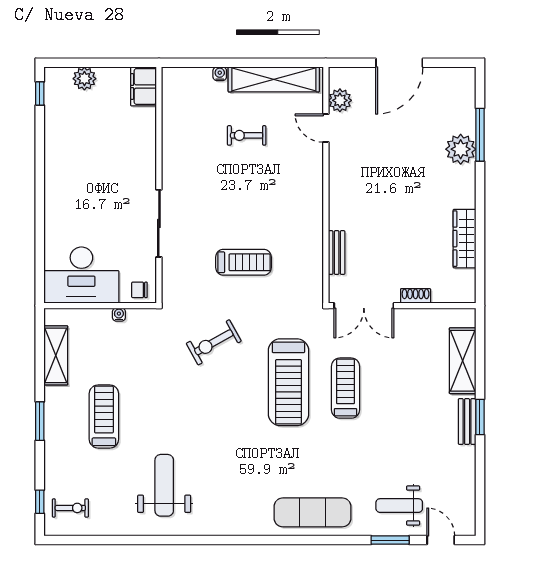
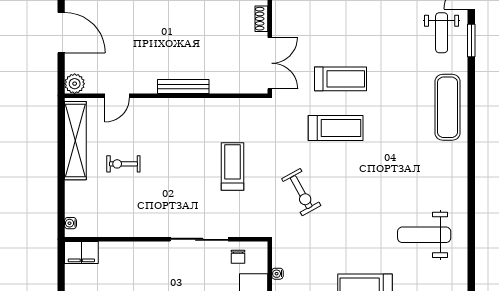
water cooler: (220, 74) -> (70, 223), moved
plant: (340, 100) -> (75, 84), moved
exercise bike: (247, 135) -> (123, 164), turned 90
bench: (337, 253) -> (183, 87), moved, width x1.36
chair: (139, 290) -> (238, 257), moved
treadmill: (288, 382) -> (336, 128), width x0.73, depth x0.73
treadmill: (346, 388) -> (341, 79), turned 180

